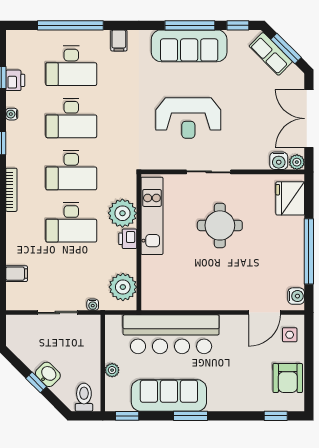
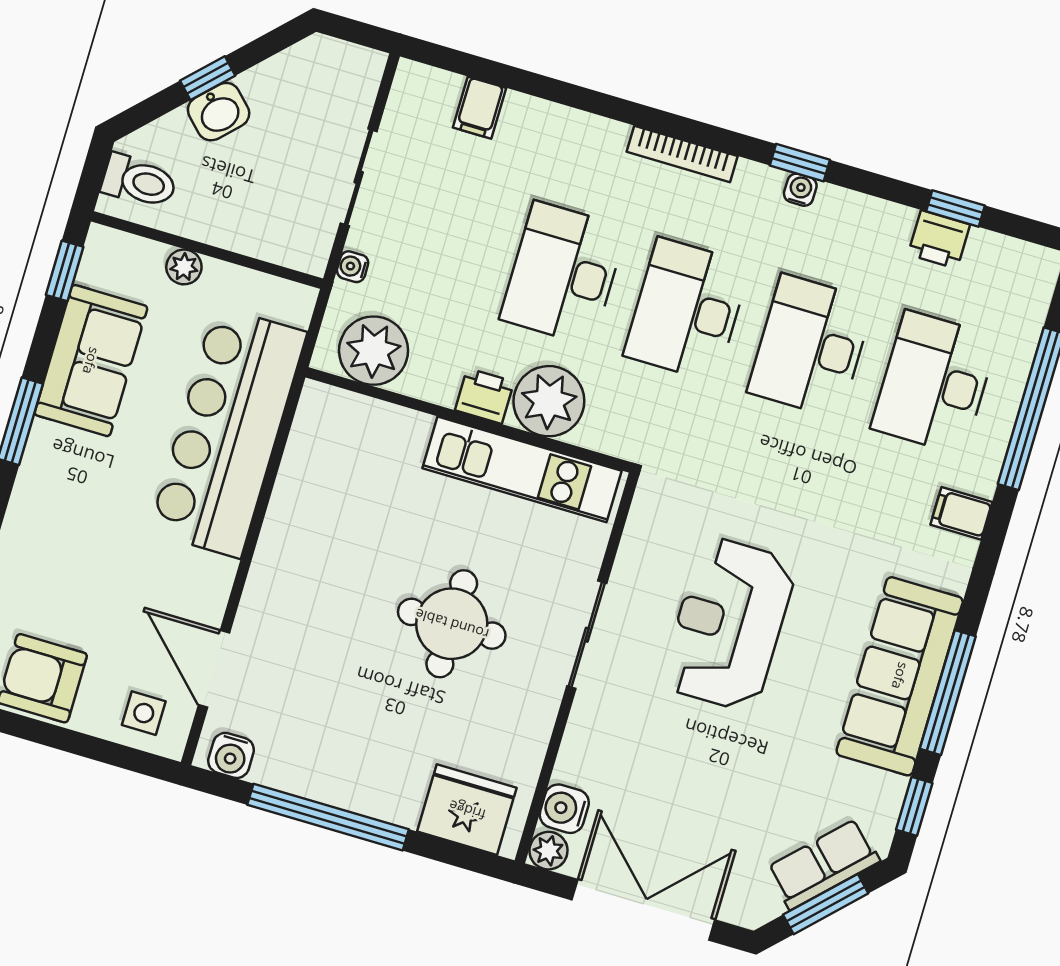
water cooler: (12, 114) -> (800, 190), moved
sofa: (169, 395) -> (91, 361), width x0.73

